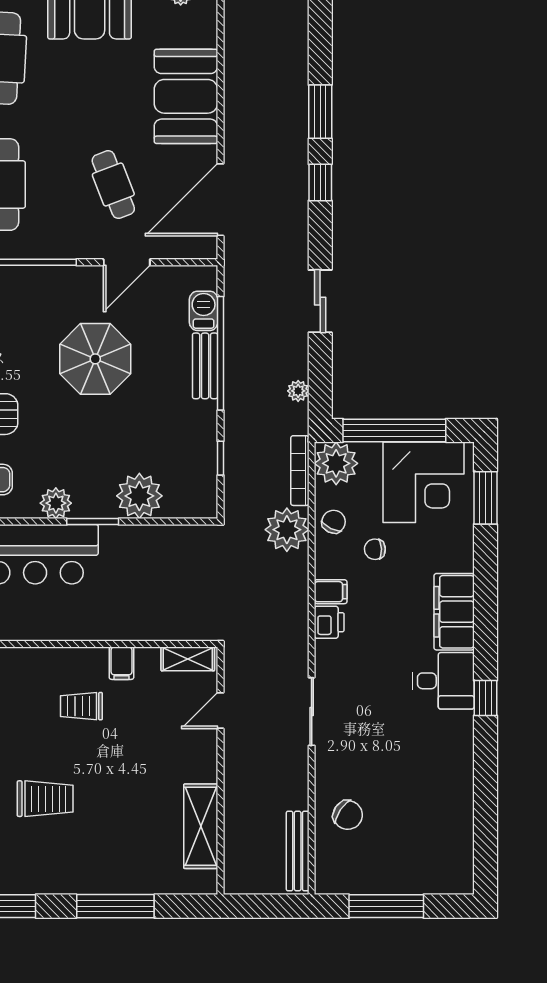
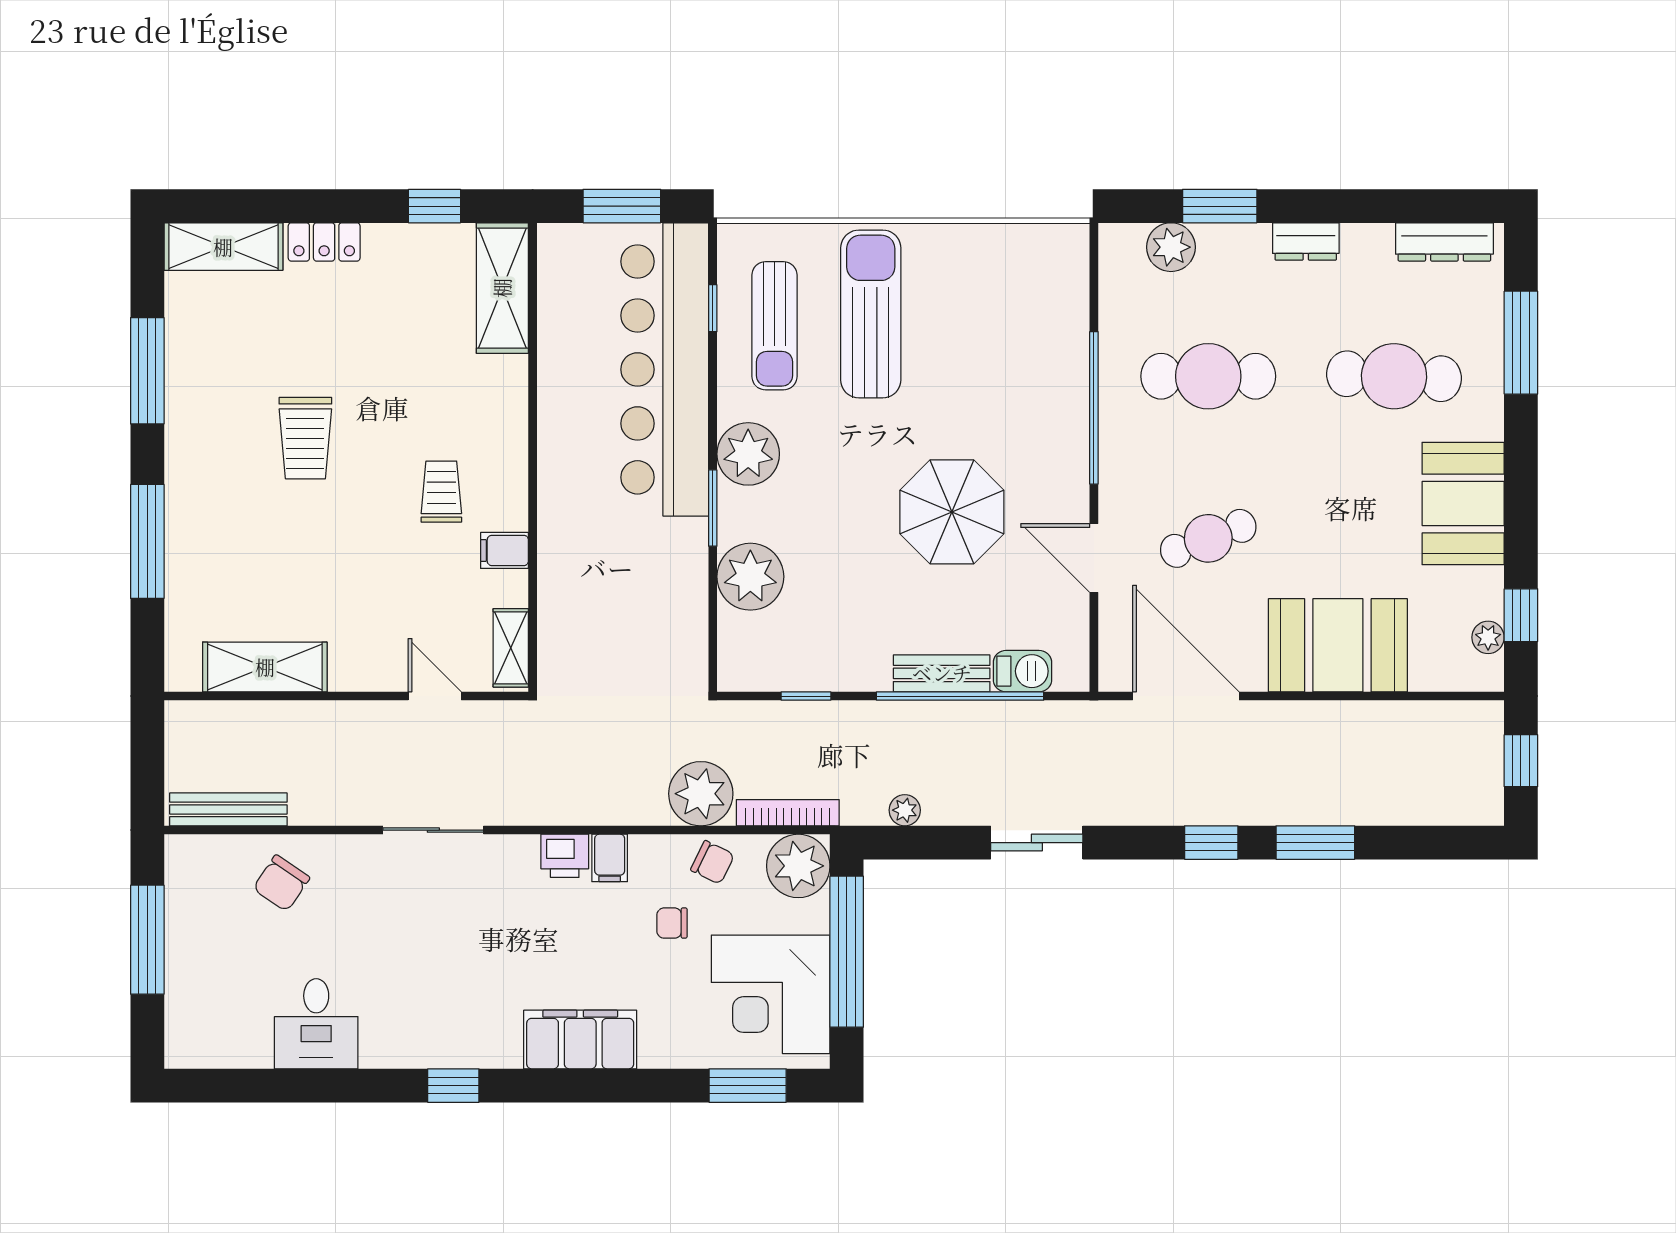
plant: (56, 503) -> (748, 454), width x1.36, depth x1.36
chair: (375, 549) -> (672, 923), turned -88
desk: (443, 681) -> (316, 1024), moved

